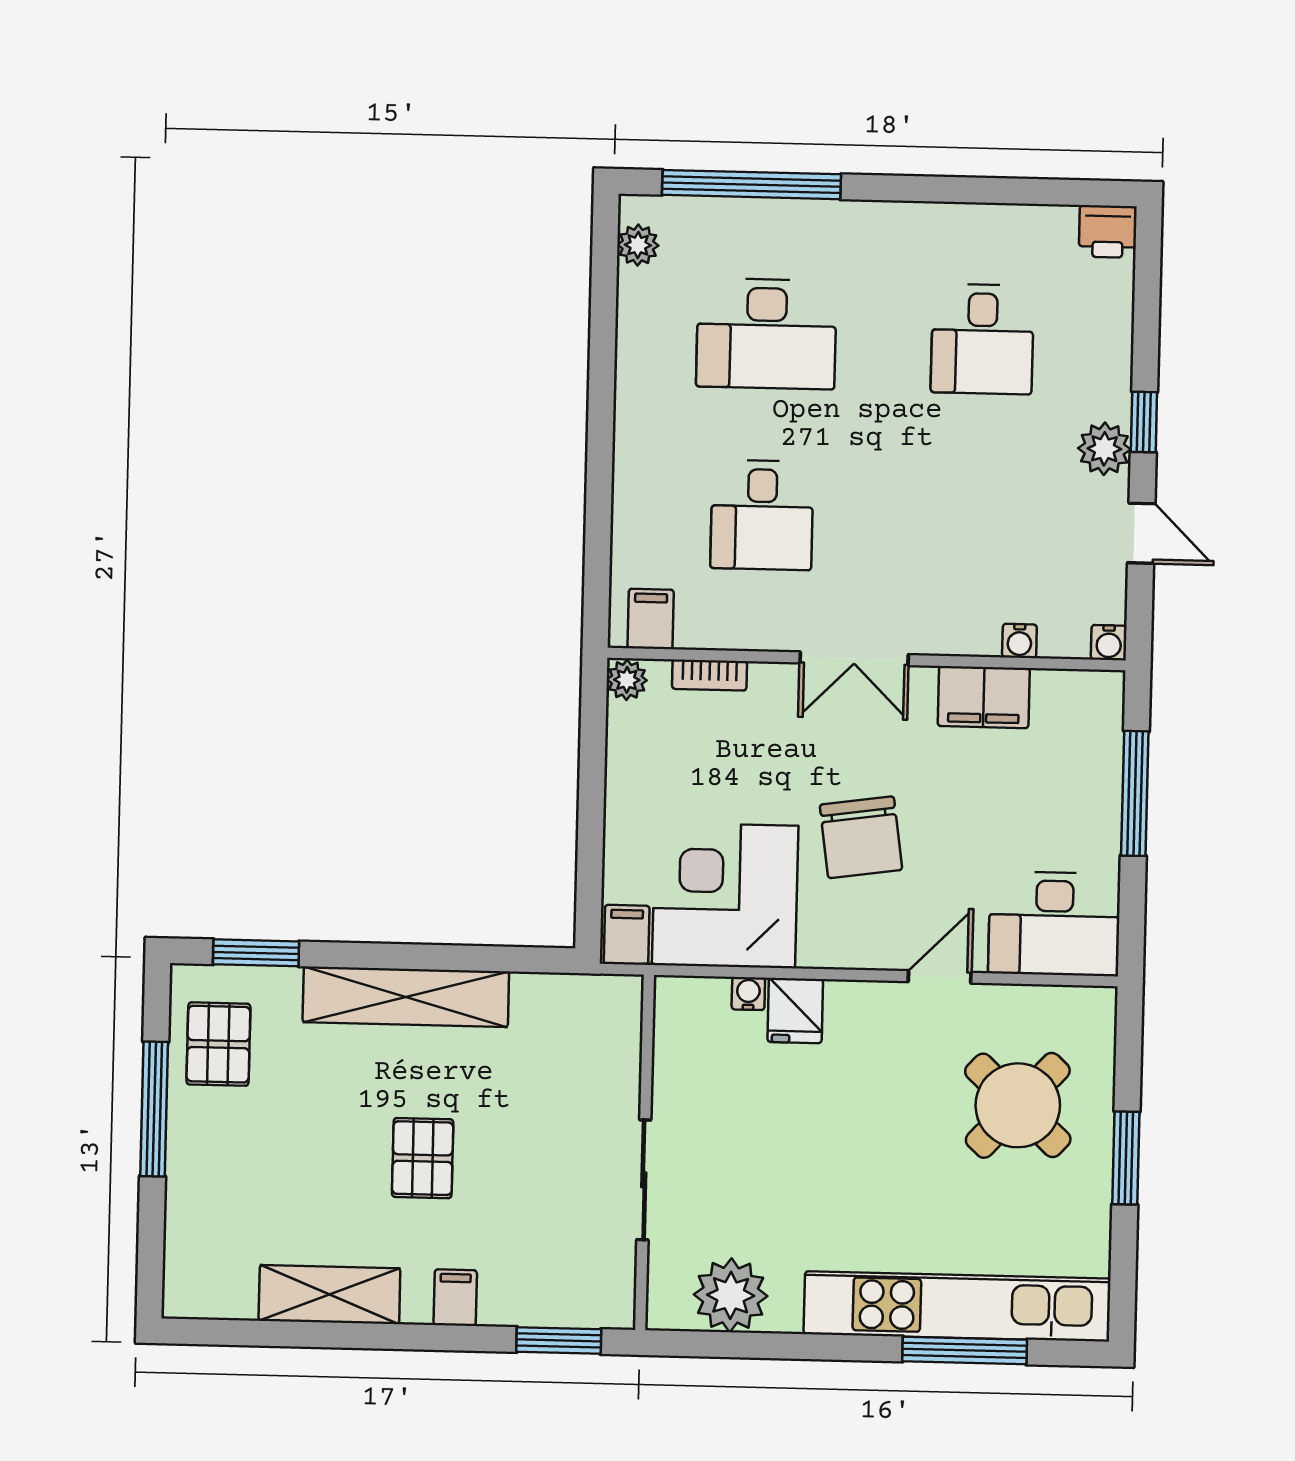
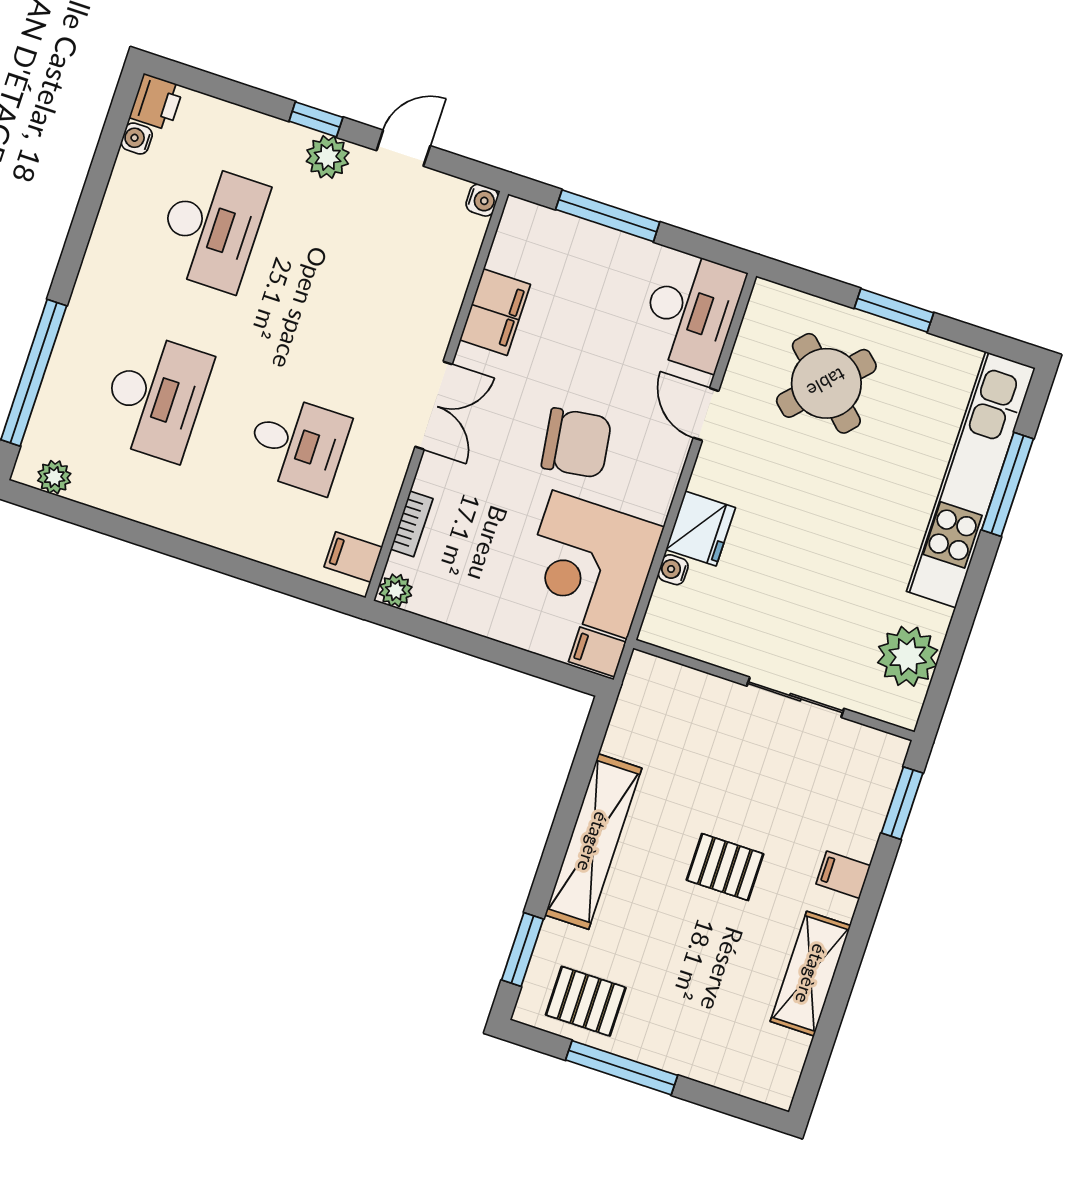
desk: (982, 339) -> (211, 227), width x1.37
water cooler: (1019, 641) -> (137, 138), moved, turned 180
fridge: (795, 1011) -> (701, 529), width x1.38

